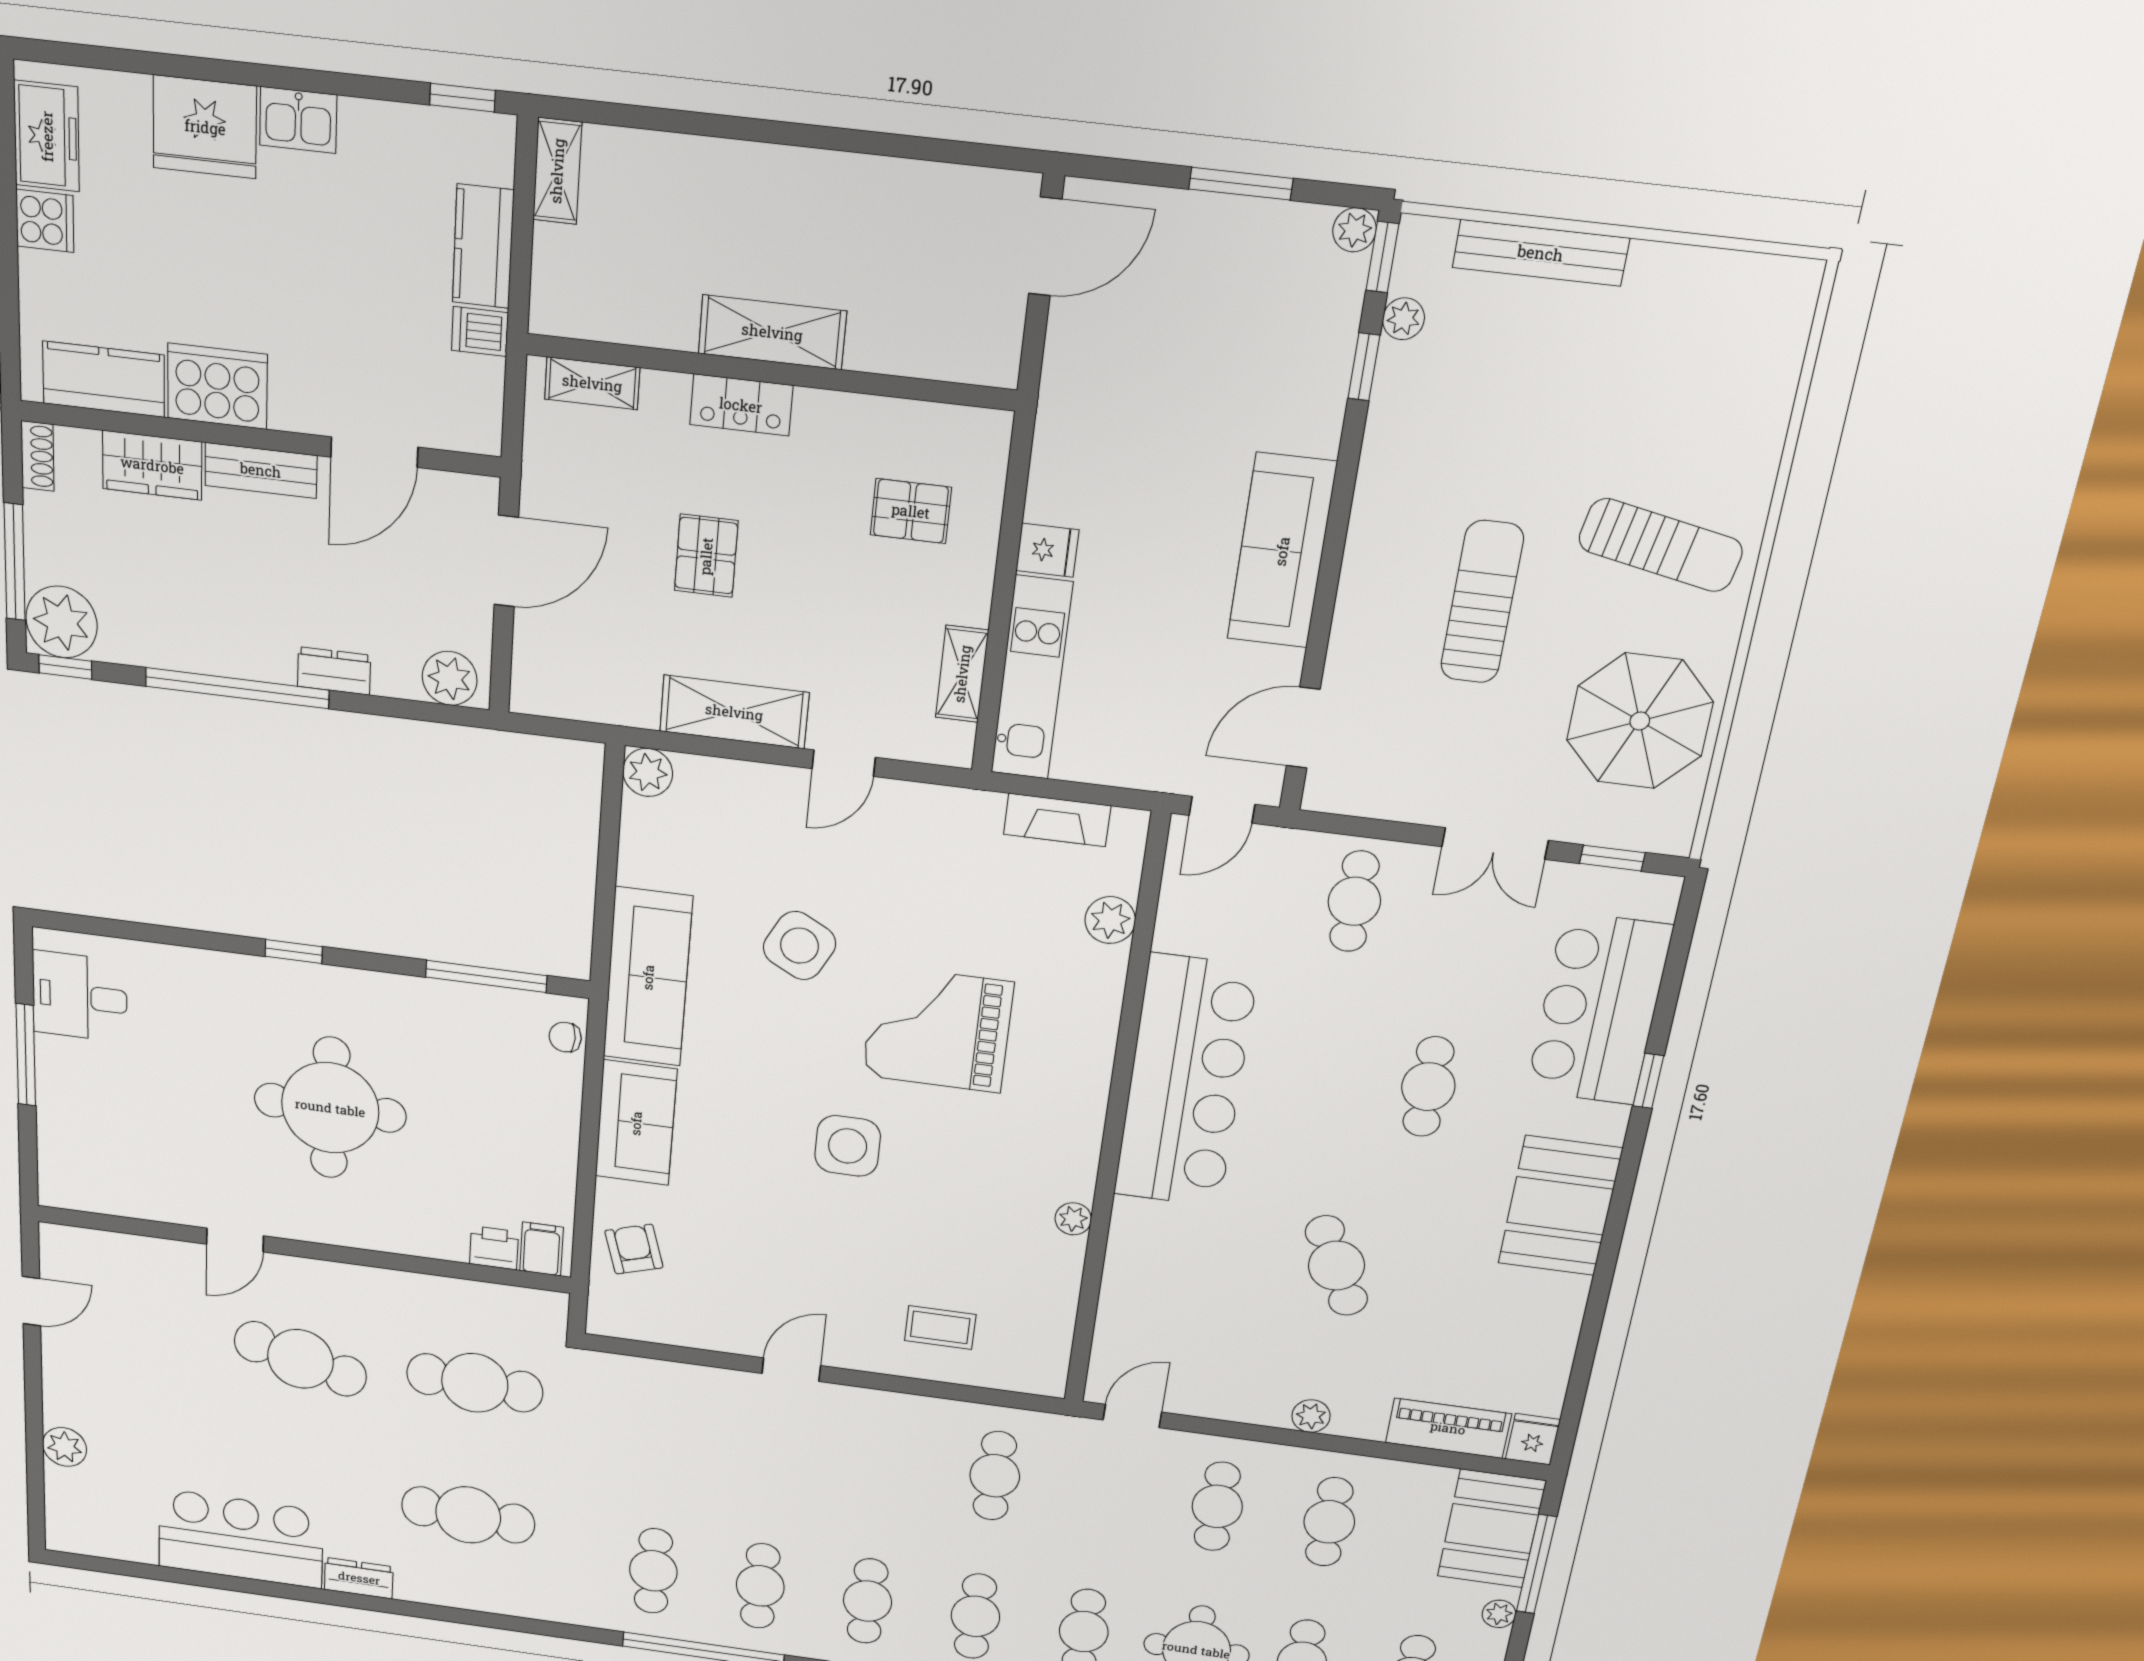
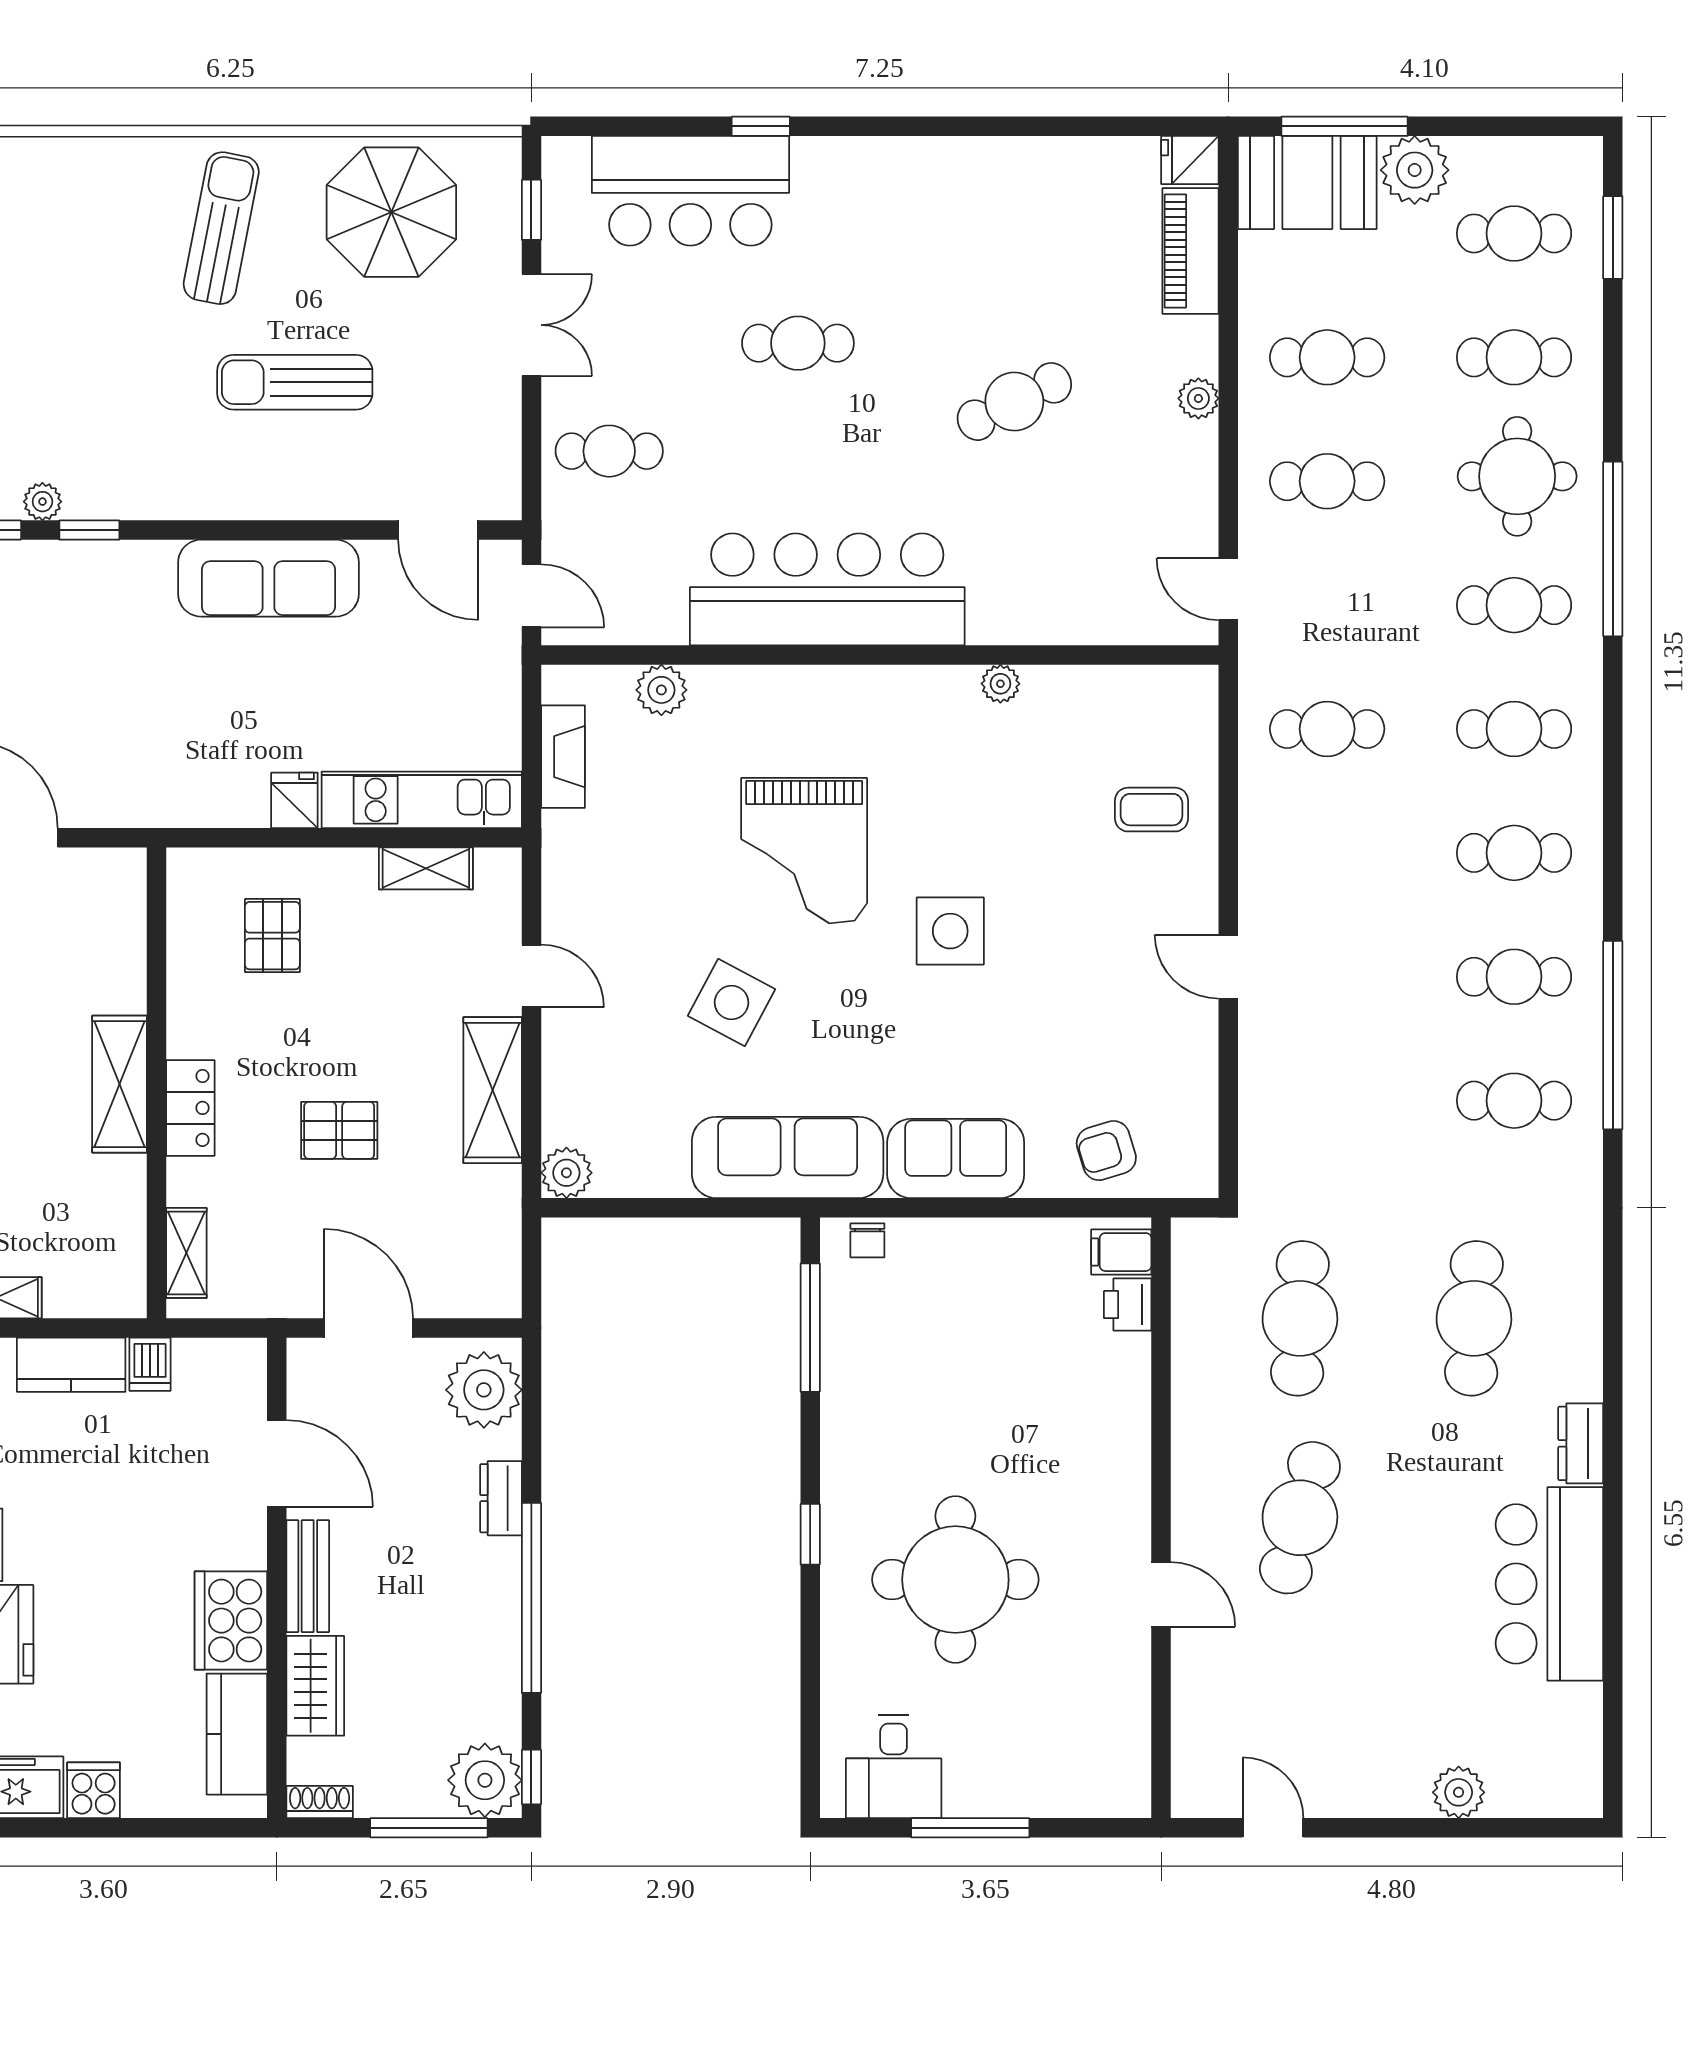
plant: (450, 678) -> (484, 1390), width x1.36, depth x1.36
round table: (330, 1108) -> (955, 1580), moved
booth: (1560, 1206) -> (912, 186), removed
coffee table: (940, 1327) -> (1151, 810), turned 90
plant: (1499, 1614) -> (1415, 170), width x1.87, depth x1.87

